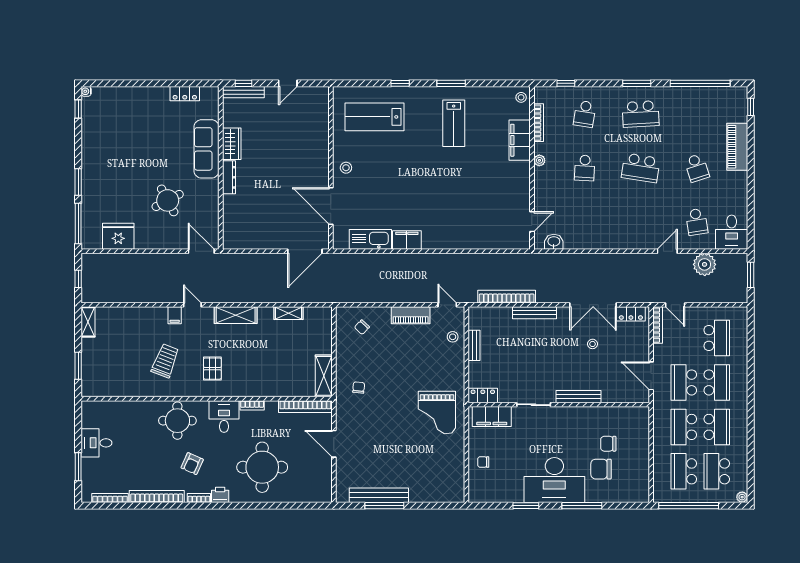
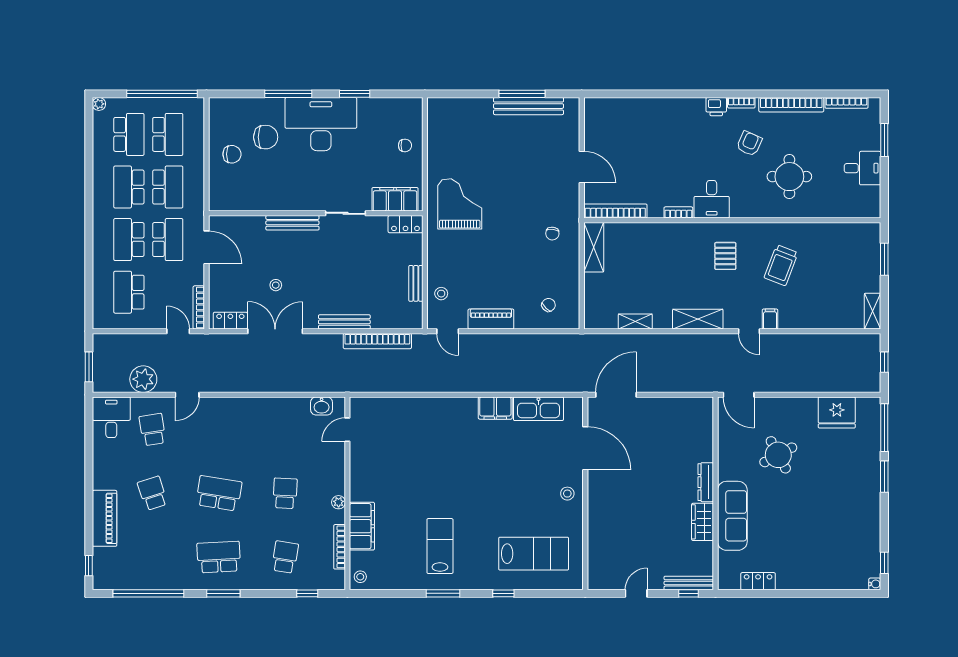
round table: (177, 421) -> (789, 177), moved
chair: (608, 444) -> (232, 154), moved
round table: (262, 467) -> (666, 139), removed

